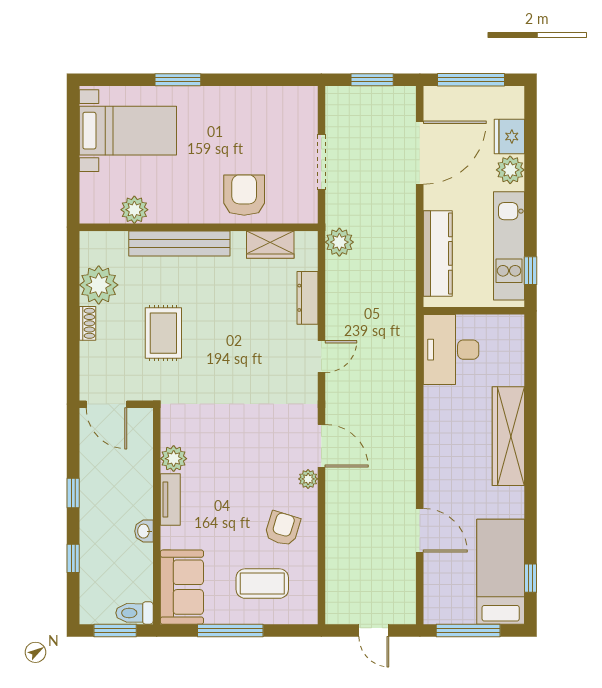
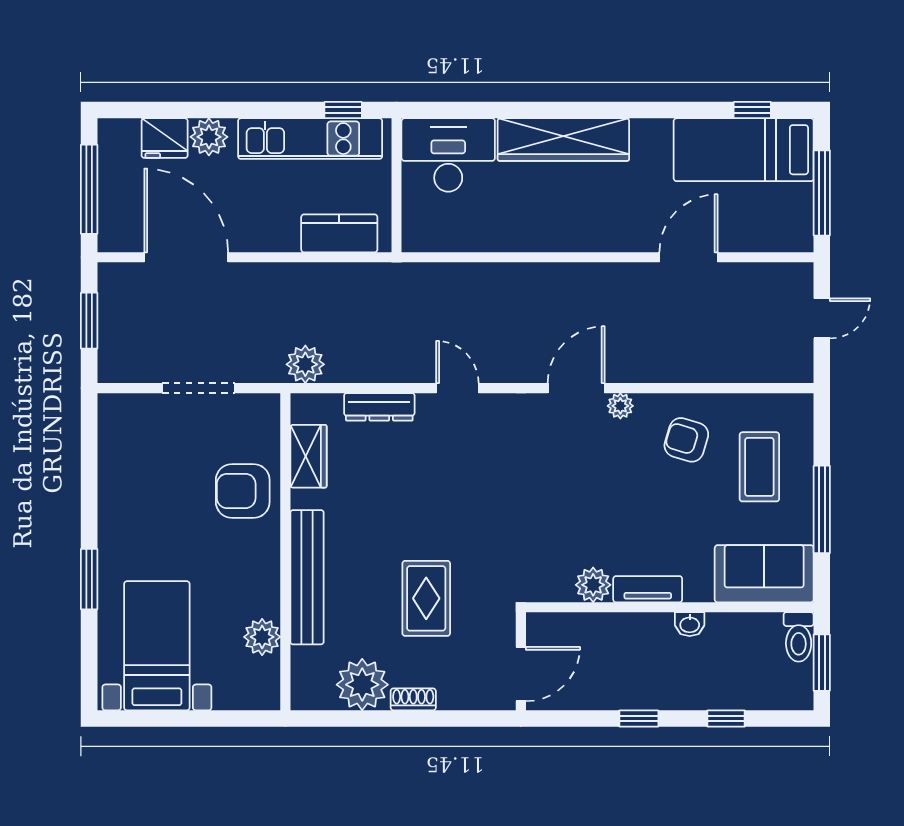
kitchen counter: (438, 253) -> (339, 233), width x0.67
rug: (163, 333) -> (426, 598), turned 90
desk: (451, 350) -> (448, 155), moved, turned 180

